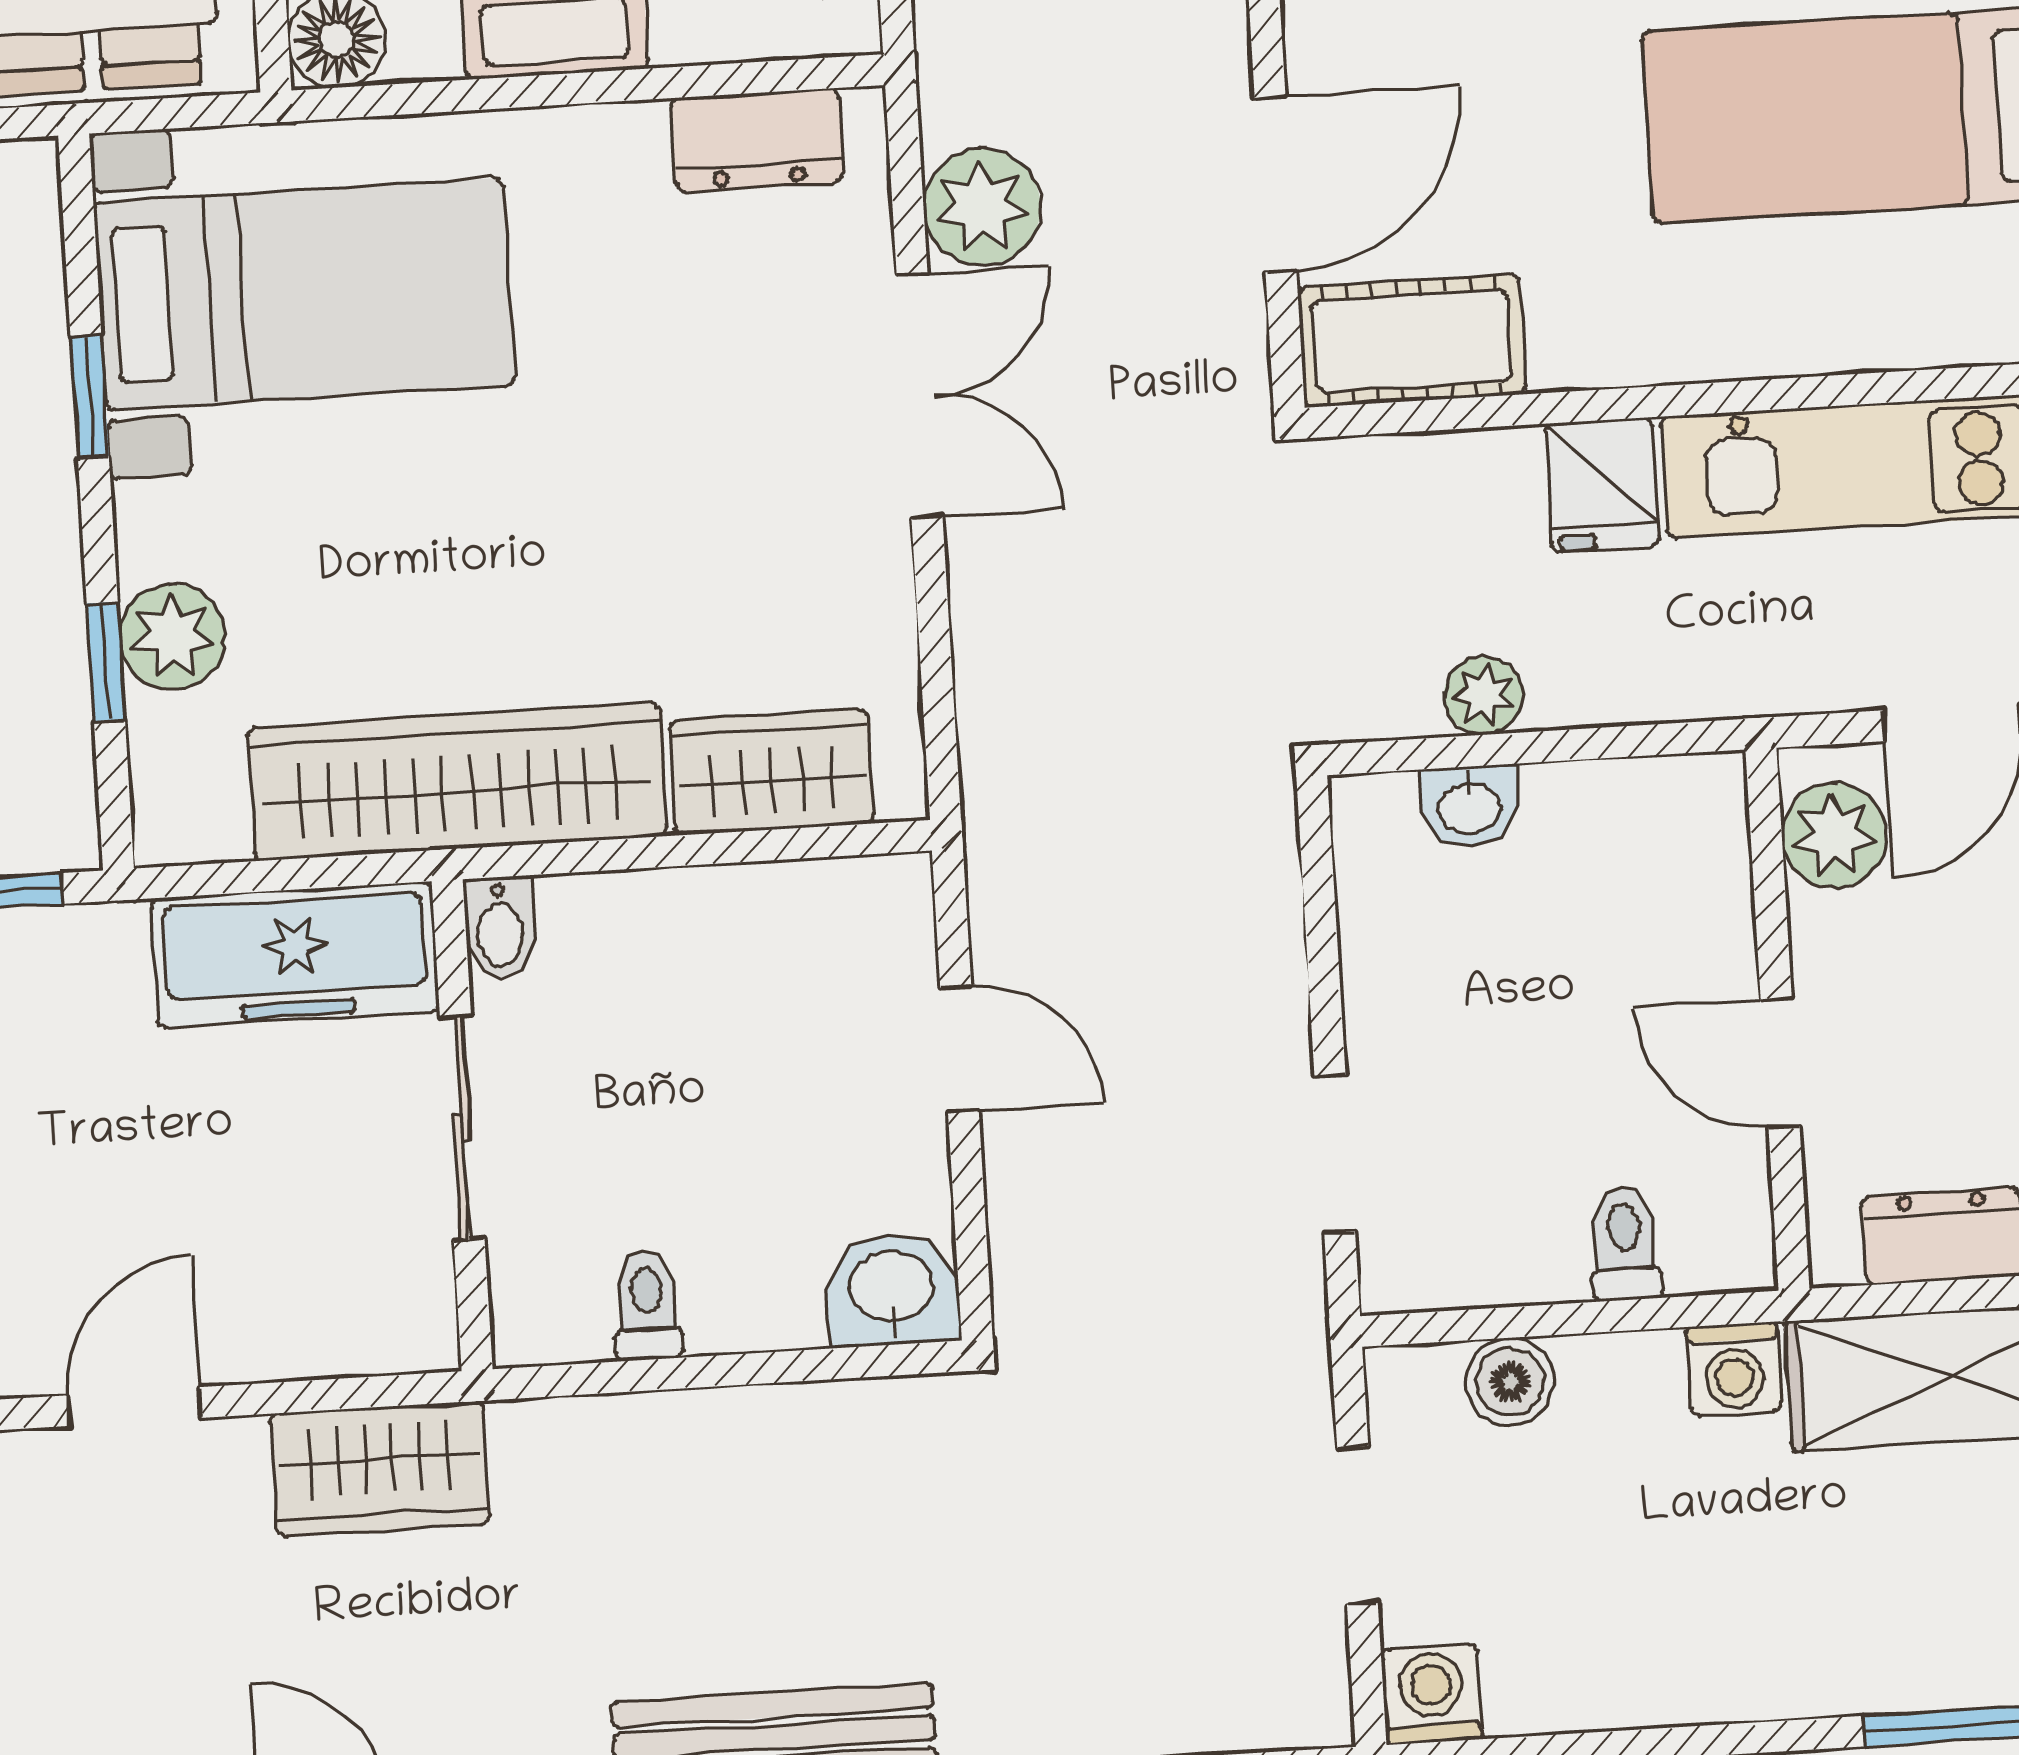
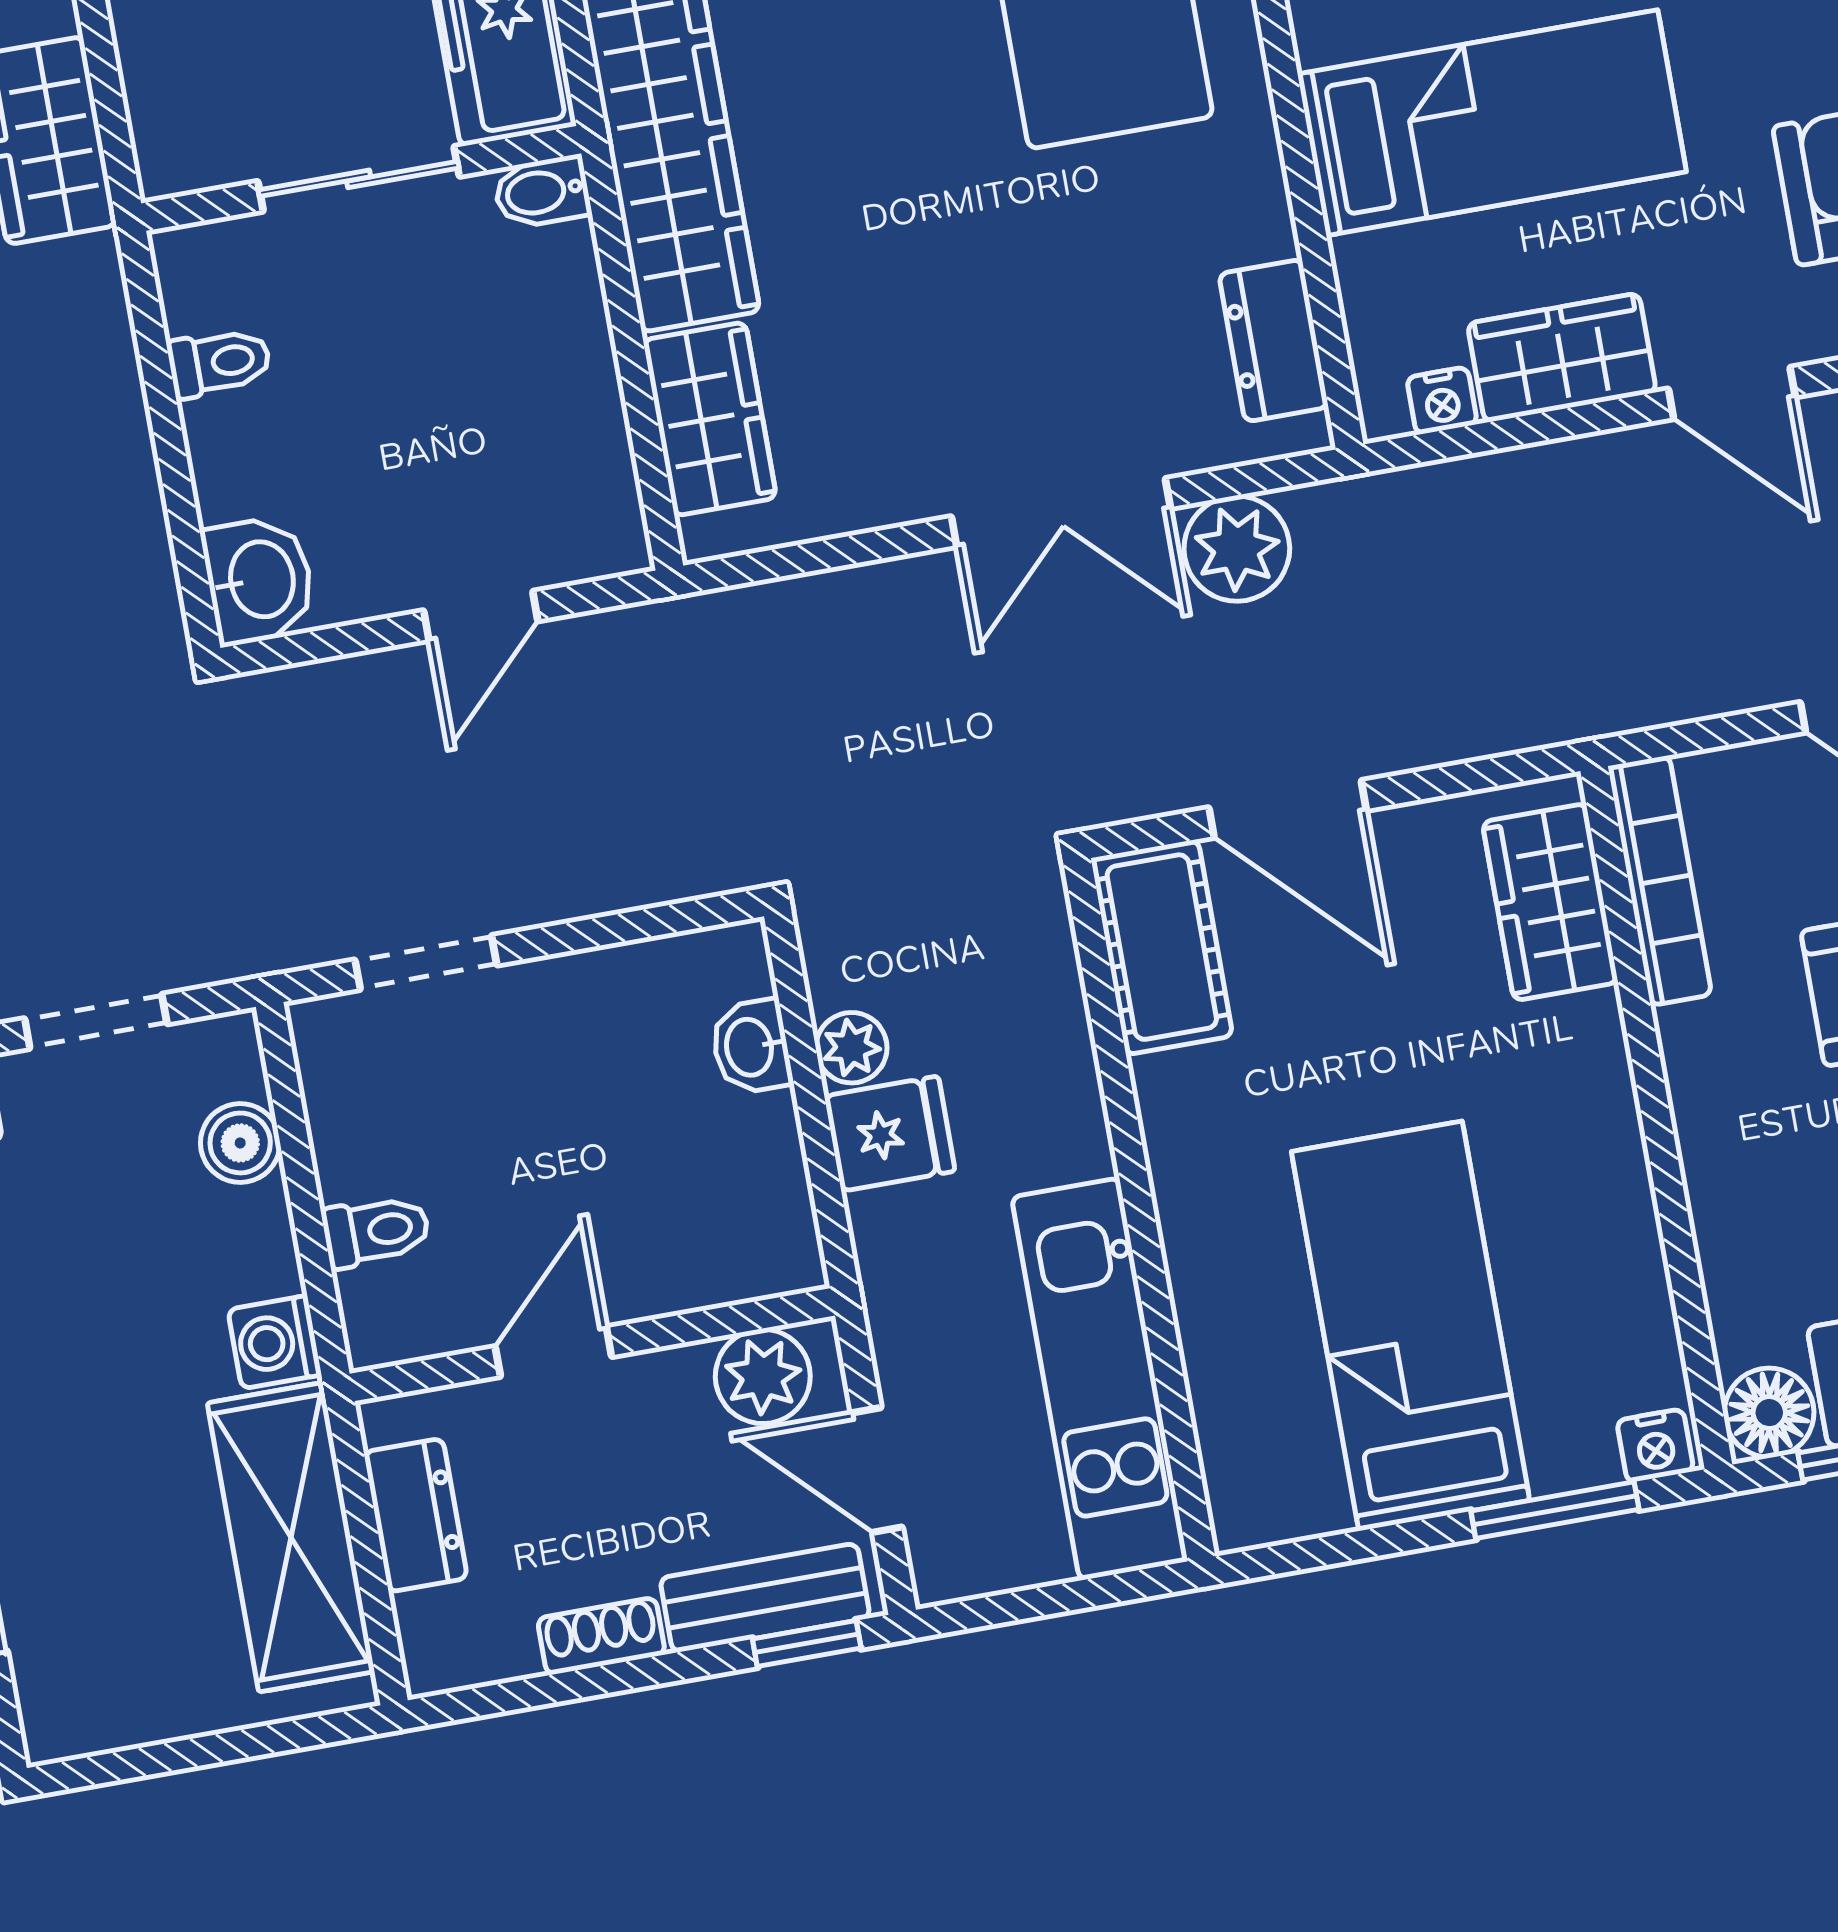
fridge: (1602, 485) -> (890, 1134), moved, turned 180

